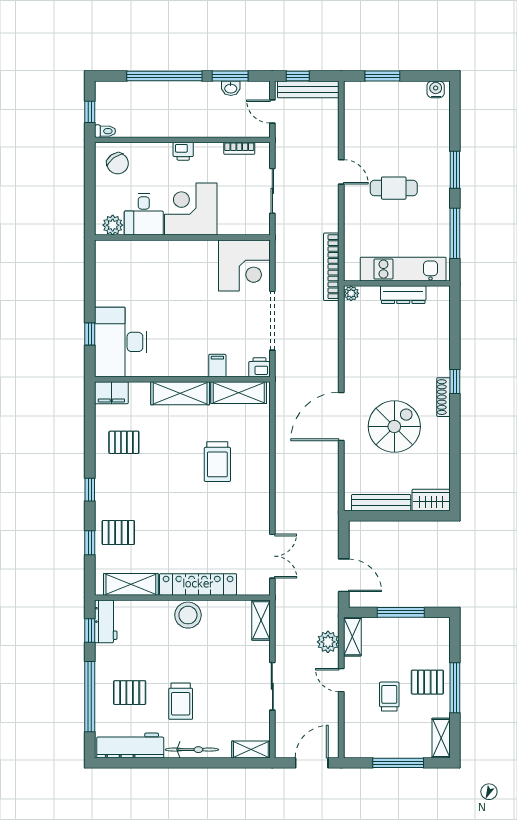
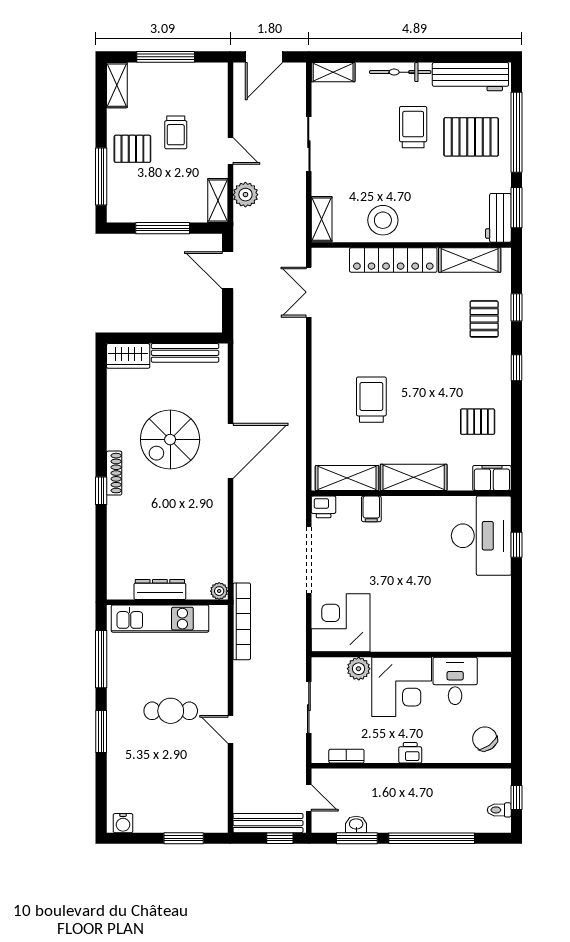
toilet: (105, 131) -> (499, 810), moved
plant: (113, 225) -> (359, 669), moved
pallet: (118, 533) -> (484, 319), turned 90
stool: (188, 615) -> (383, 220), moved
window: (90, 630) -> (516, 208), width x1.50
window: (455, 688) -> (101, 176), moved
pallet: (130, 693) -> (471, 137), width x1.50, depth x1.42

